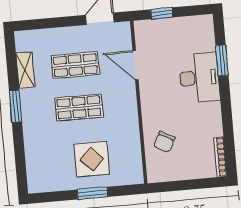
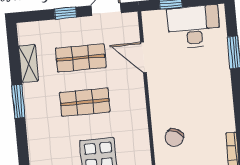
window: (61, 22) -> (65, 13), added
desk: (199, 78) -> (194, 27), moved, turned -90

